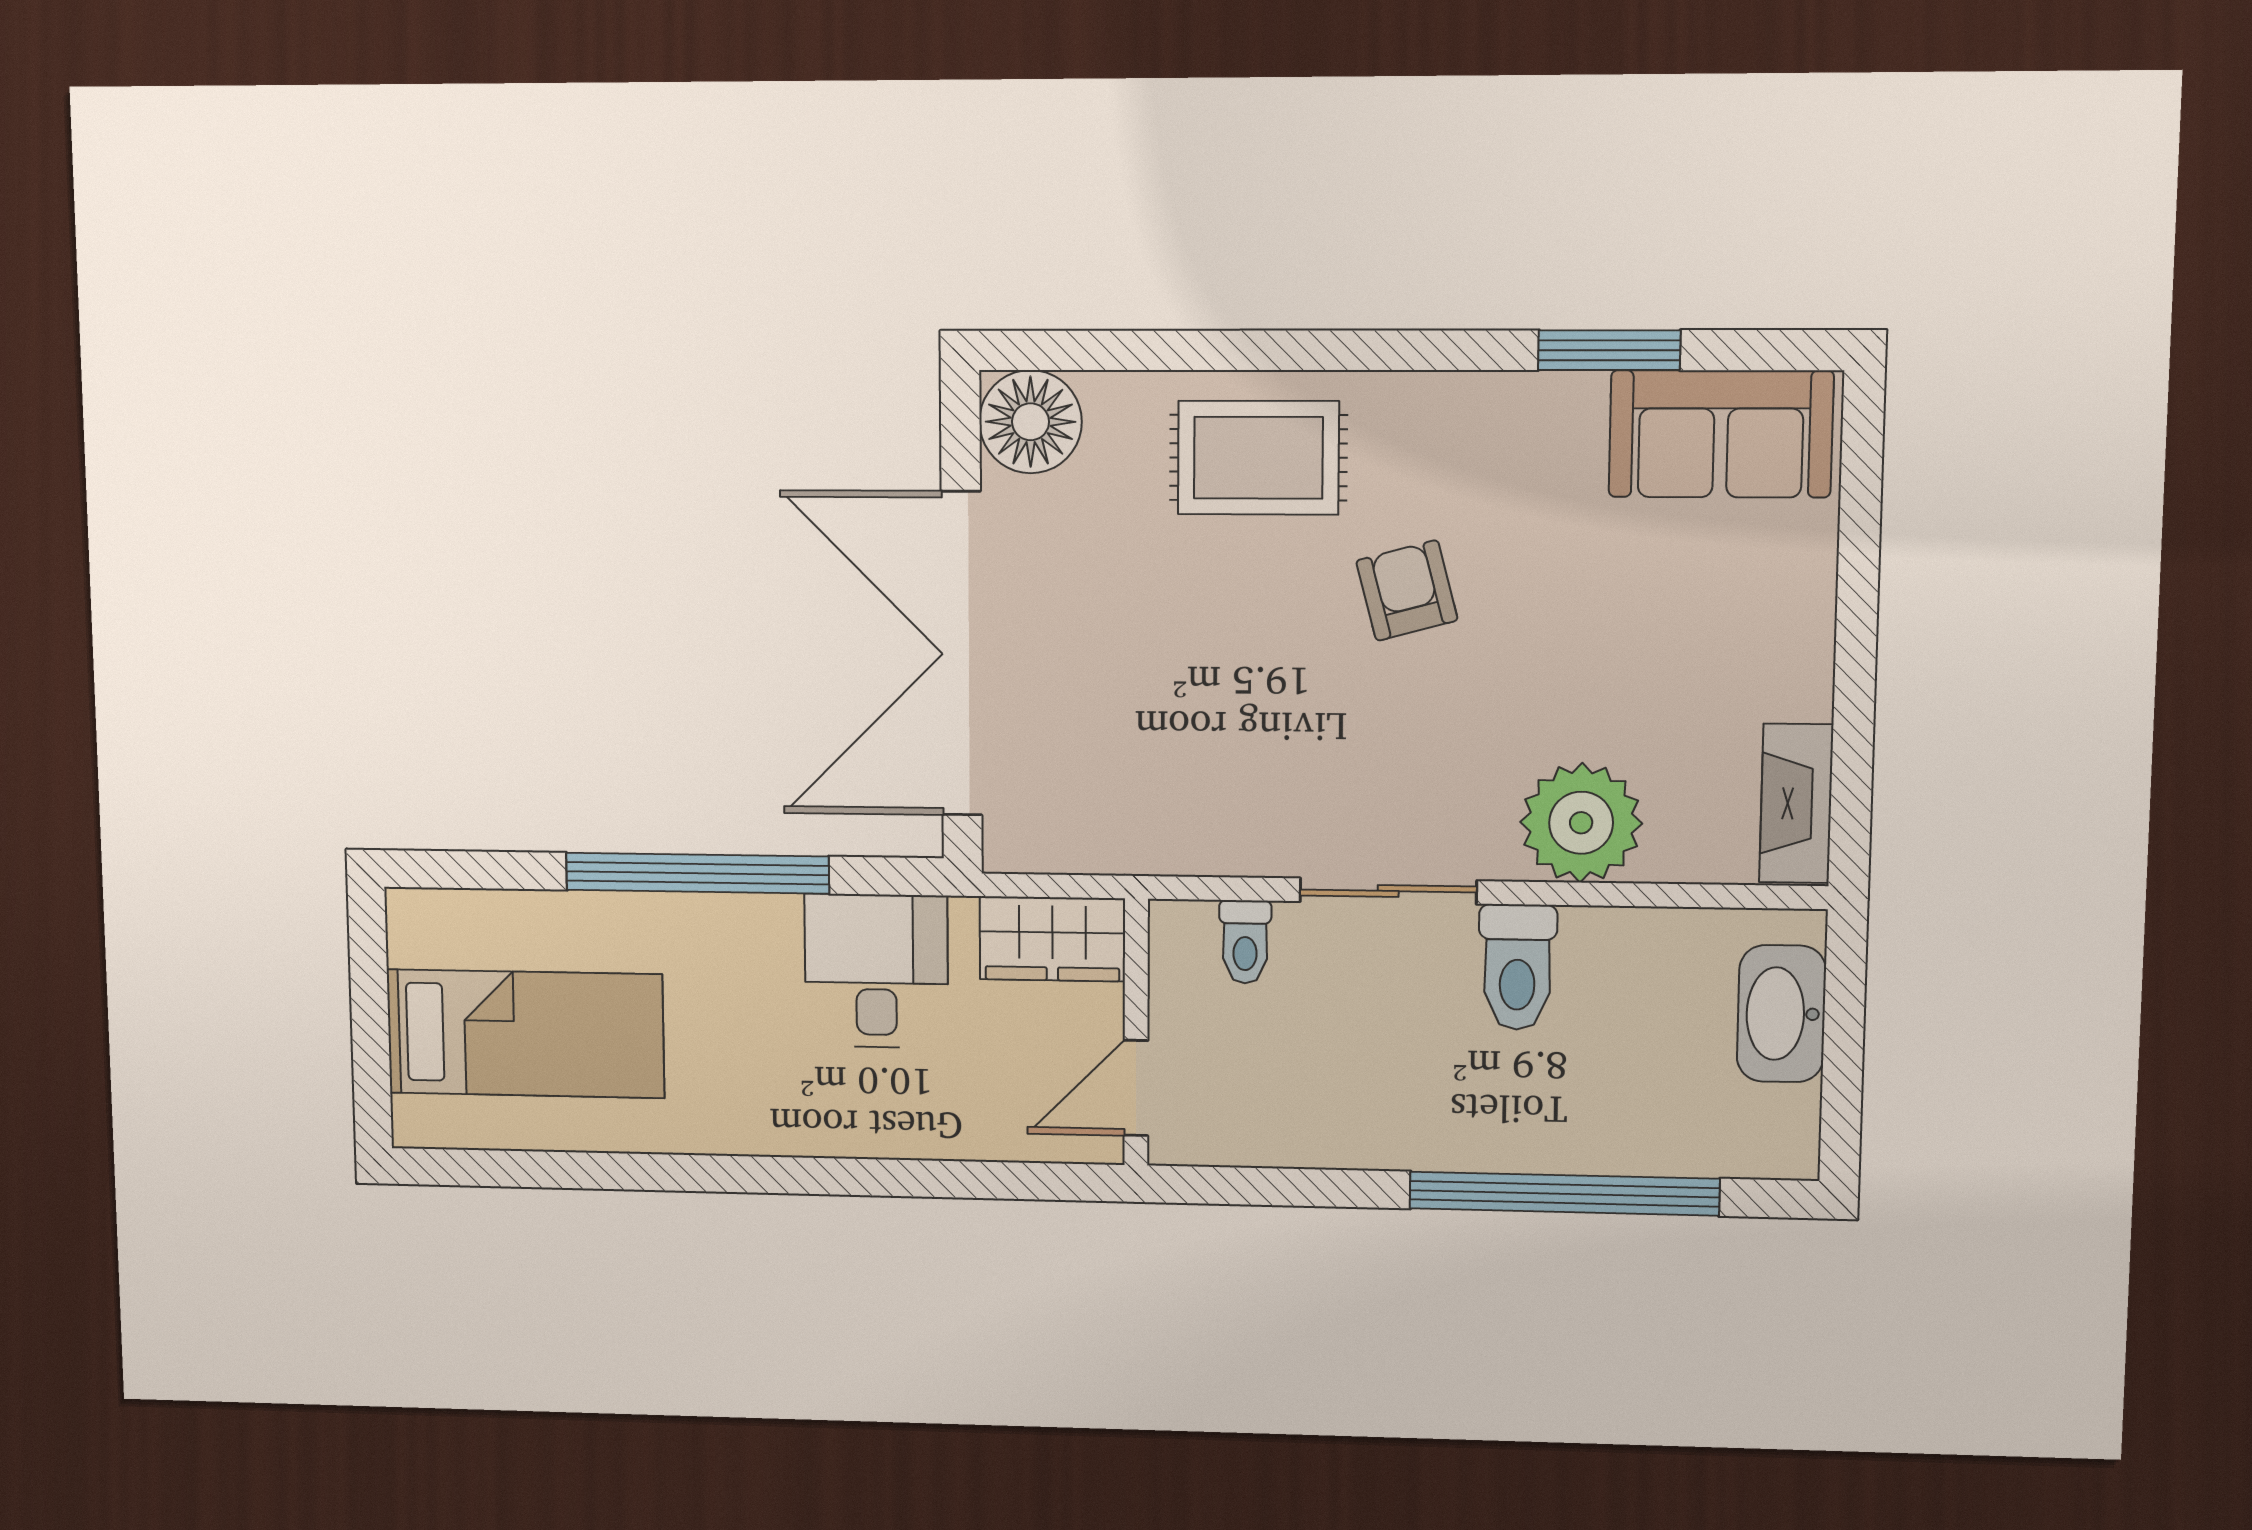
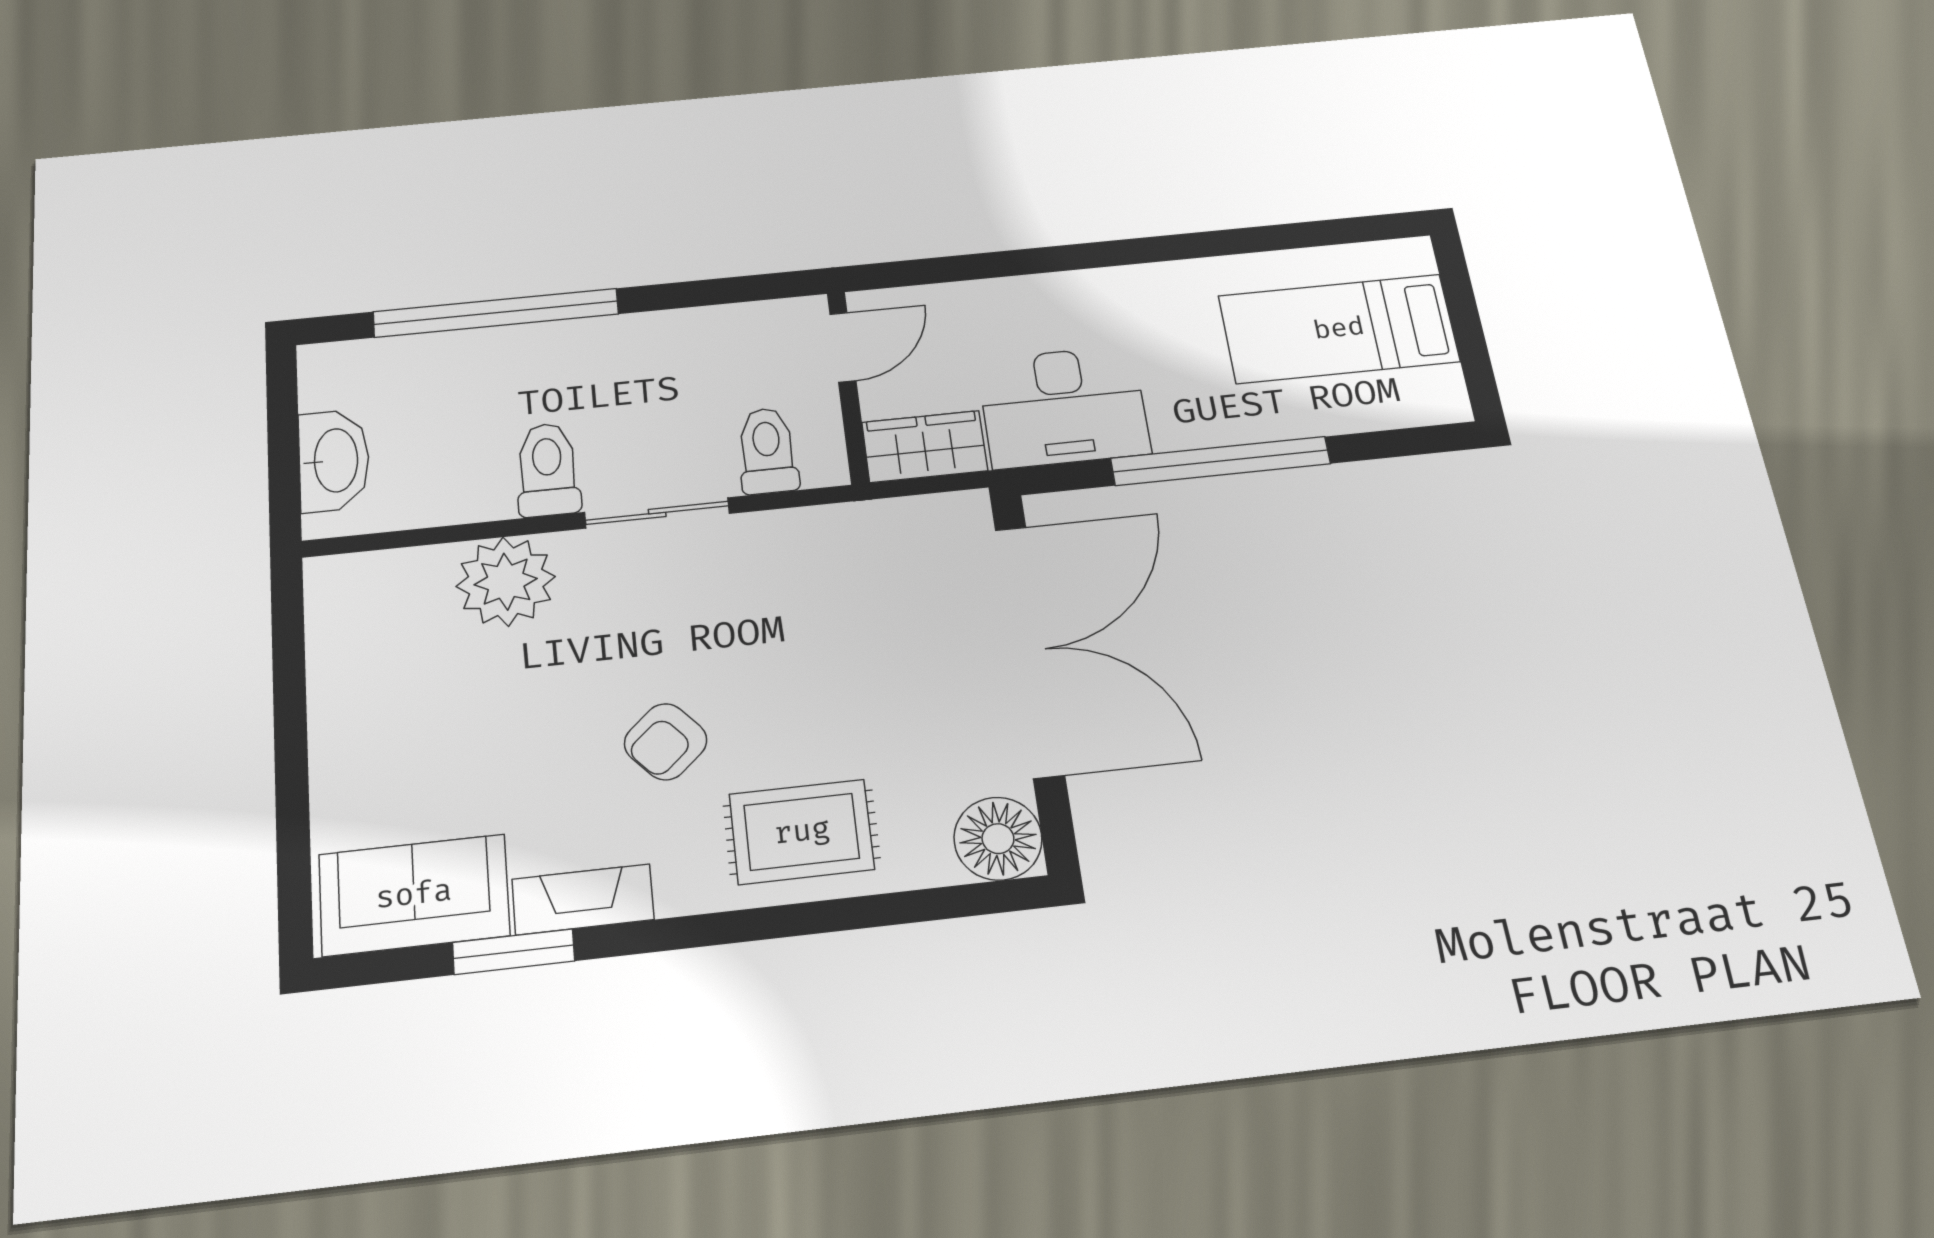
armchair: (1407, 590) -> (666, 742), turned 63
fireplace: (1796, 803) -> (583, 899), moved, turned -90
toilet: (1245, 942) -> (767, 451), width x1.37, depth x1.39
desk: (876, 971) -> (1063, 407), width x1.37

